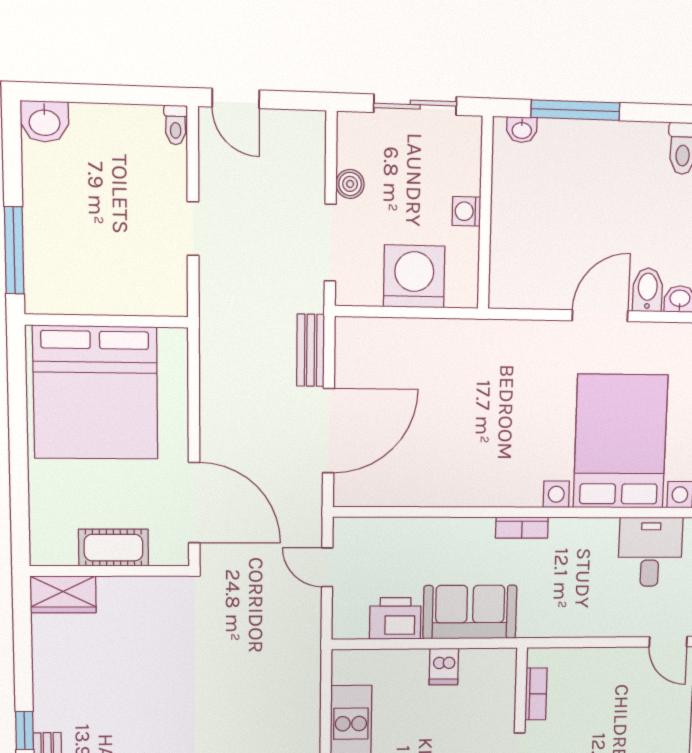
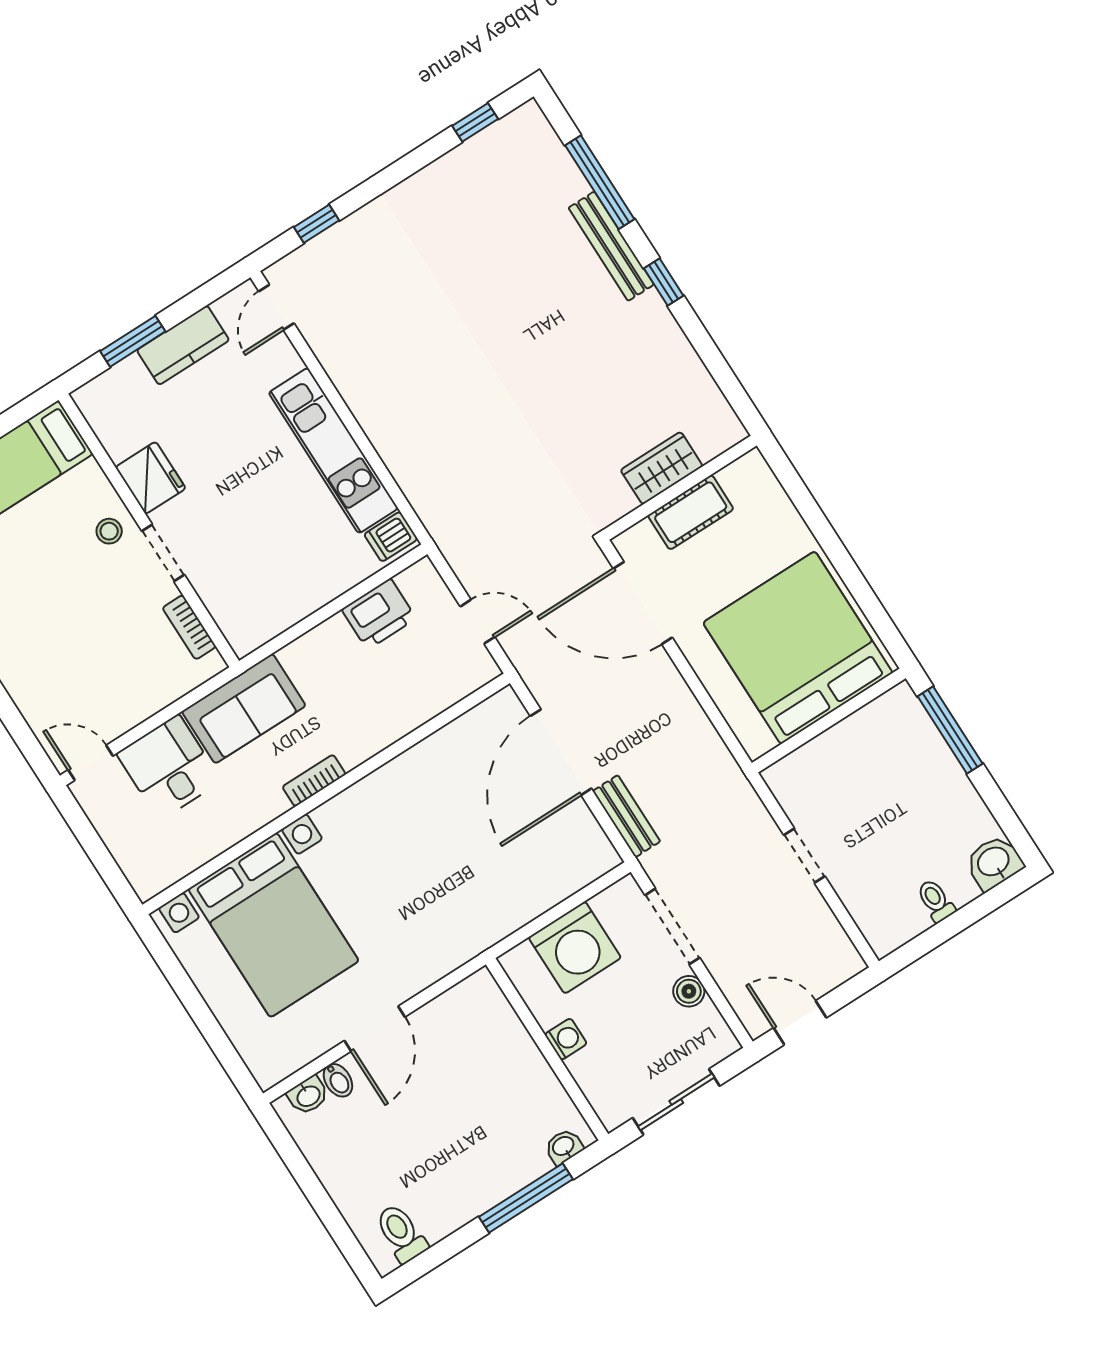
door: (236, 98) -> (800, 1023), moved
toilet: (176, 125) -> (936, 901), moved
bidet: (648, 290) -> (338, 1080), width x0.72, depth x0.74
desk: (650, 552) -> (169, 767), moved, turned 180
wardrobe: (63, 594) -> (662, 468), moved
sofa: (470, 612) -> (244, 709), moved
dishwasher: (444, 667) -> (391, 537), moved, turned -90

